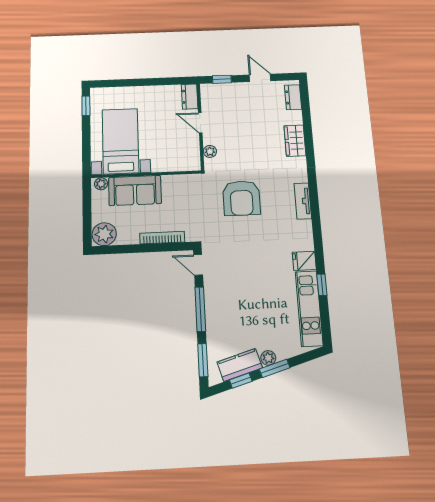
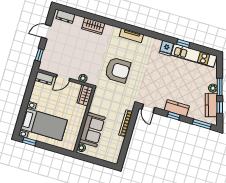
bed with nightstands: (120, 141) -> (44, 124), moved, turned 180
wardrobe: (185, 162) -> (85, 95), added
plant: (104, 234) -> (112, 155), removed
door: (198, 265) -> (148, 108), hinge flipped
window: (200, 309) -> (174, 116), width x0.46
kitchen counter: (215, 310) -> (177, 108), added

